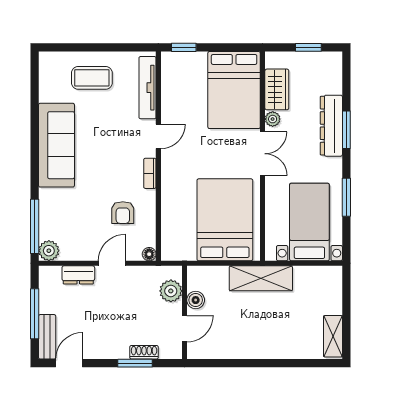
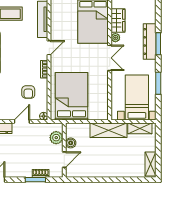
bed: (225, 220) -> (72, 96), moved
shelving: (315, 275) -> (140, 128), added

